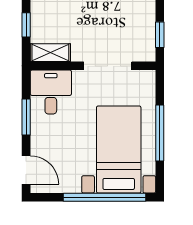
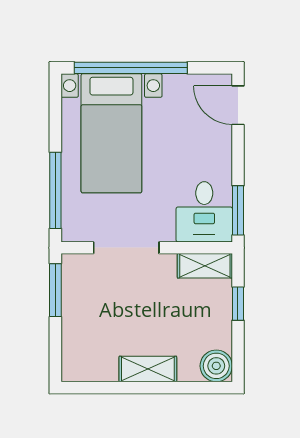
window: (160, 35) -> (55, 290), width x1.50
window: (26, 117) -> (238, 210), moved
window: (160, 133) -> (55, 190), moved

